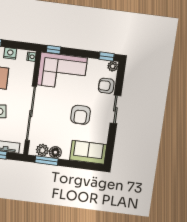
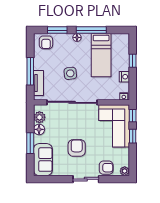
window: (107, 56) -> (133, 136), moved
armchair: (106, 86) -> (106, 168), turned 90
armchair: (81, 115) -> (77, 148), turned 90
window: (47, 161) -> (30, 143), moved

